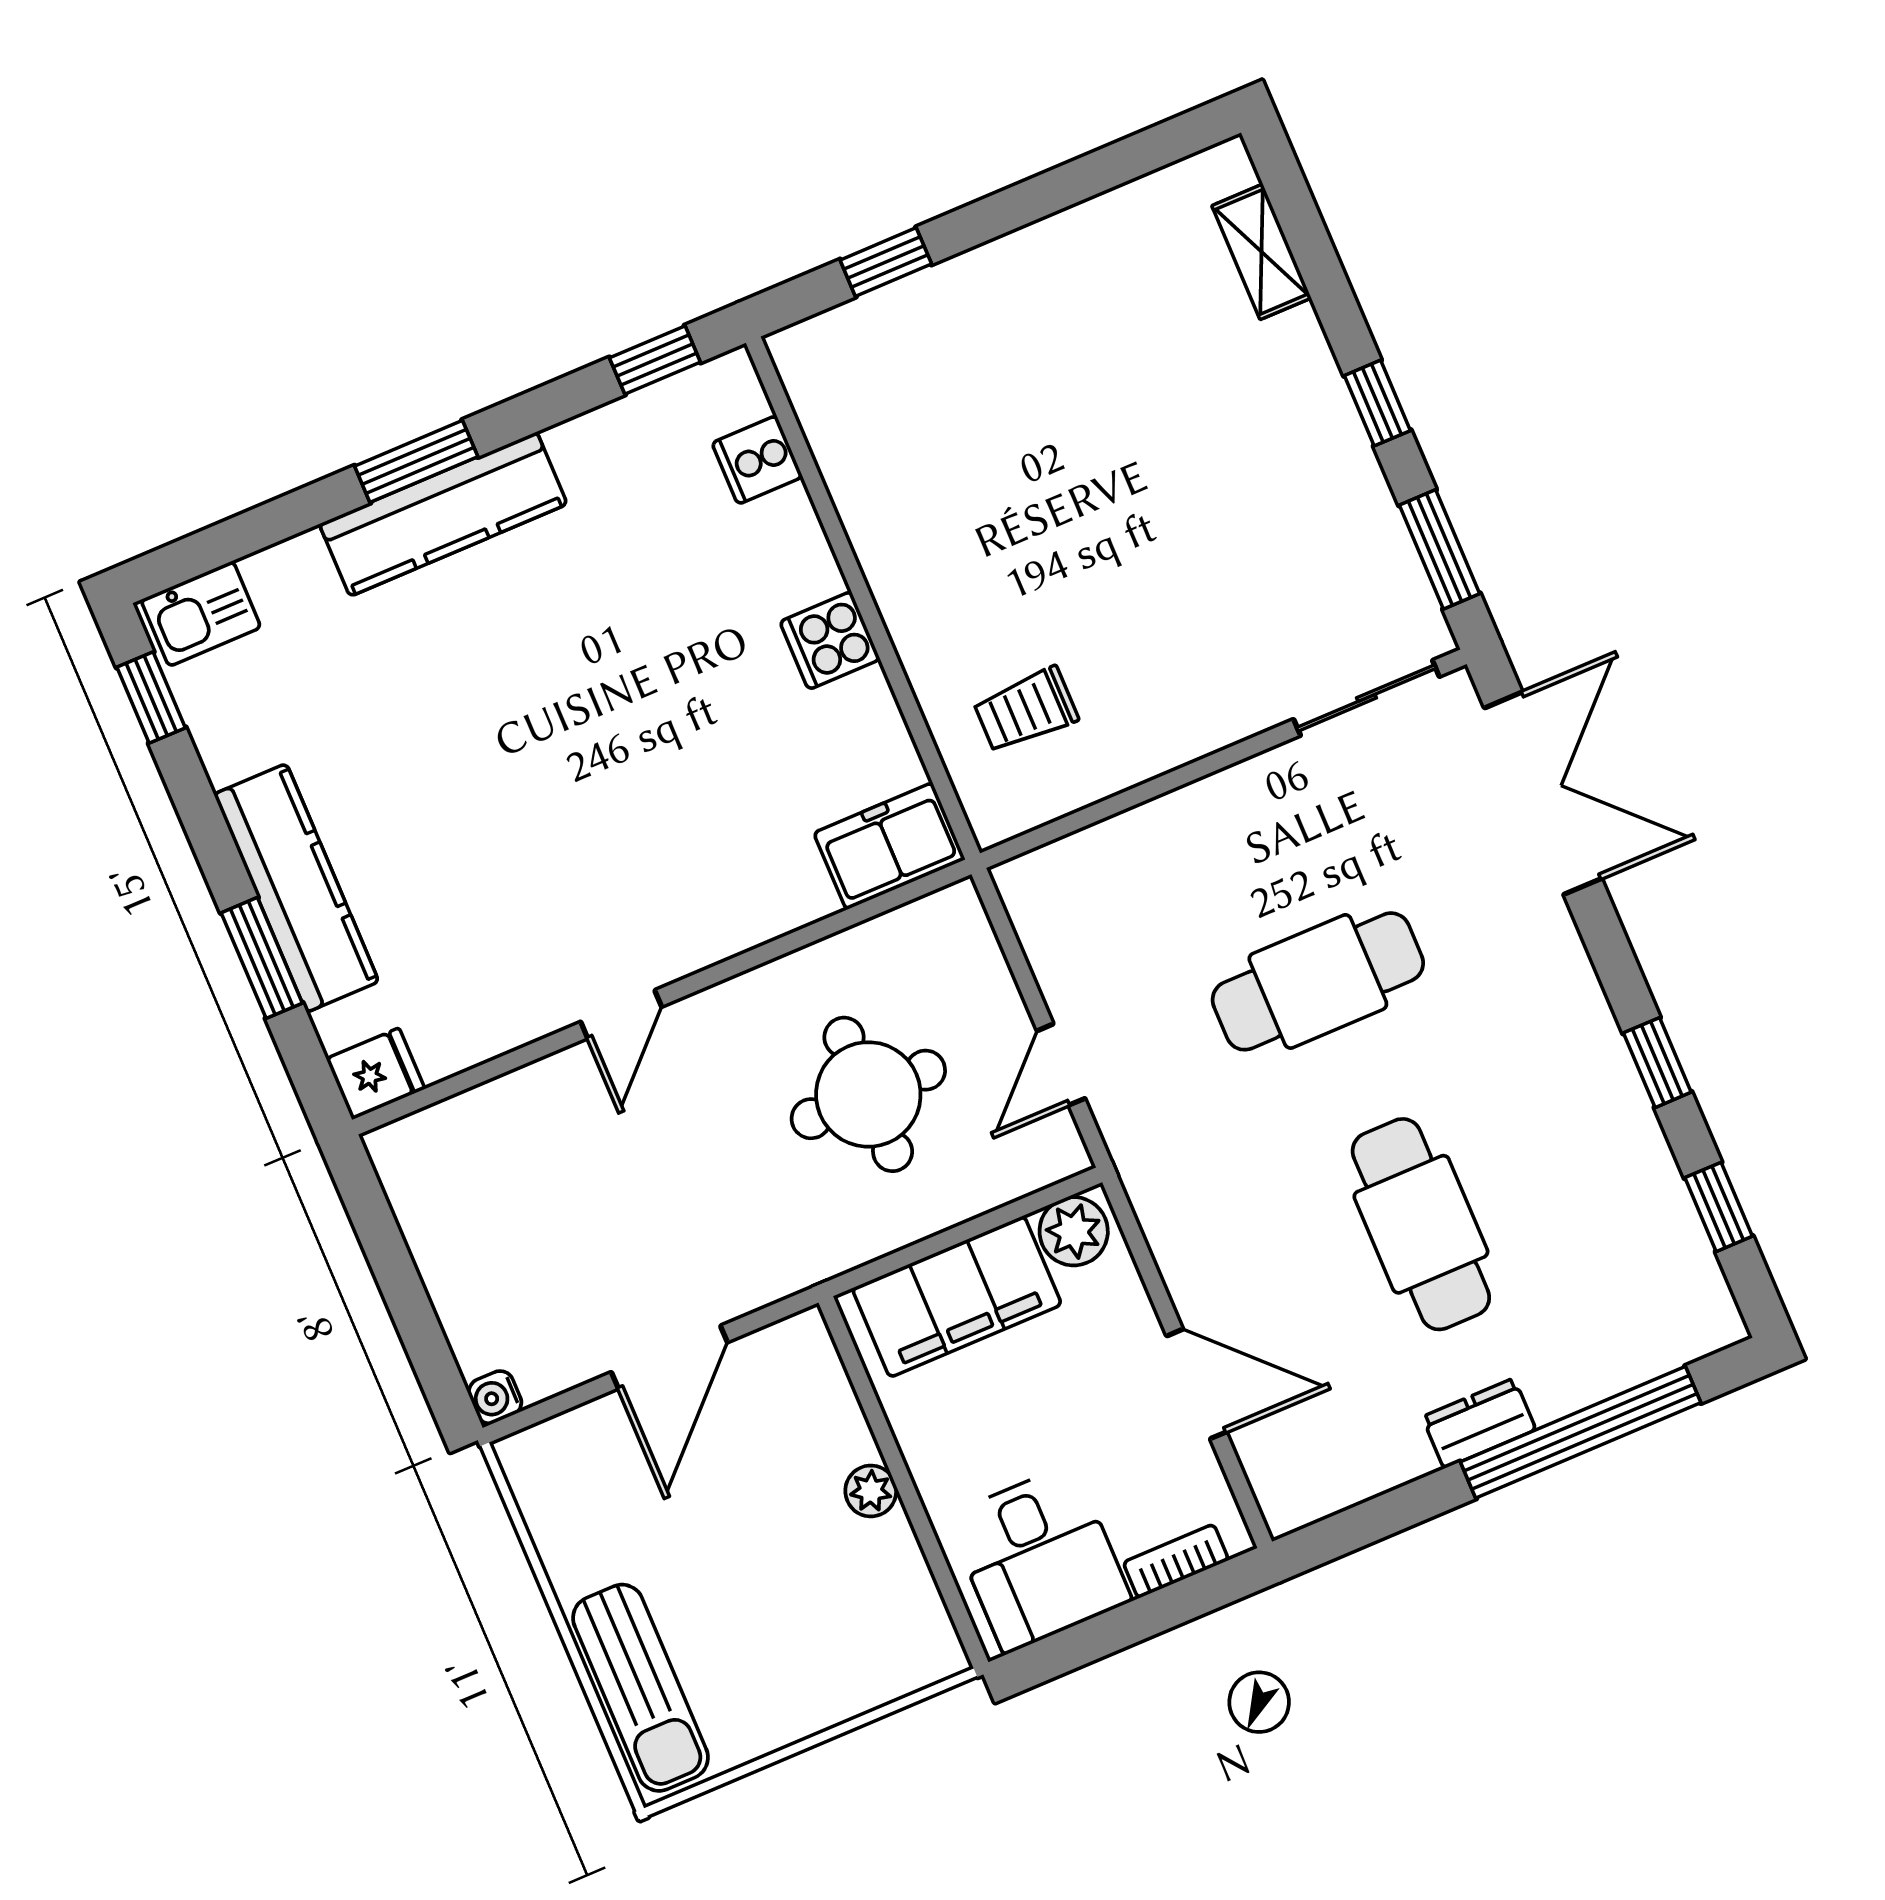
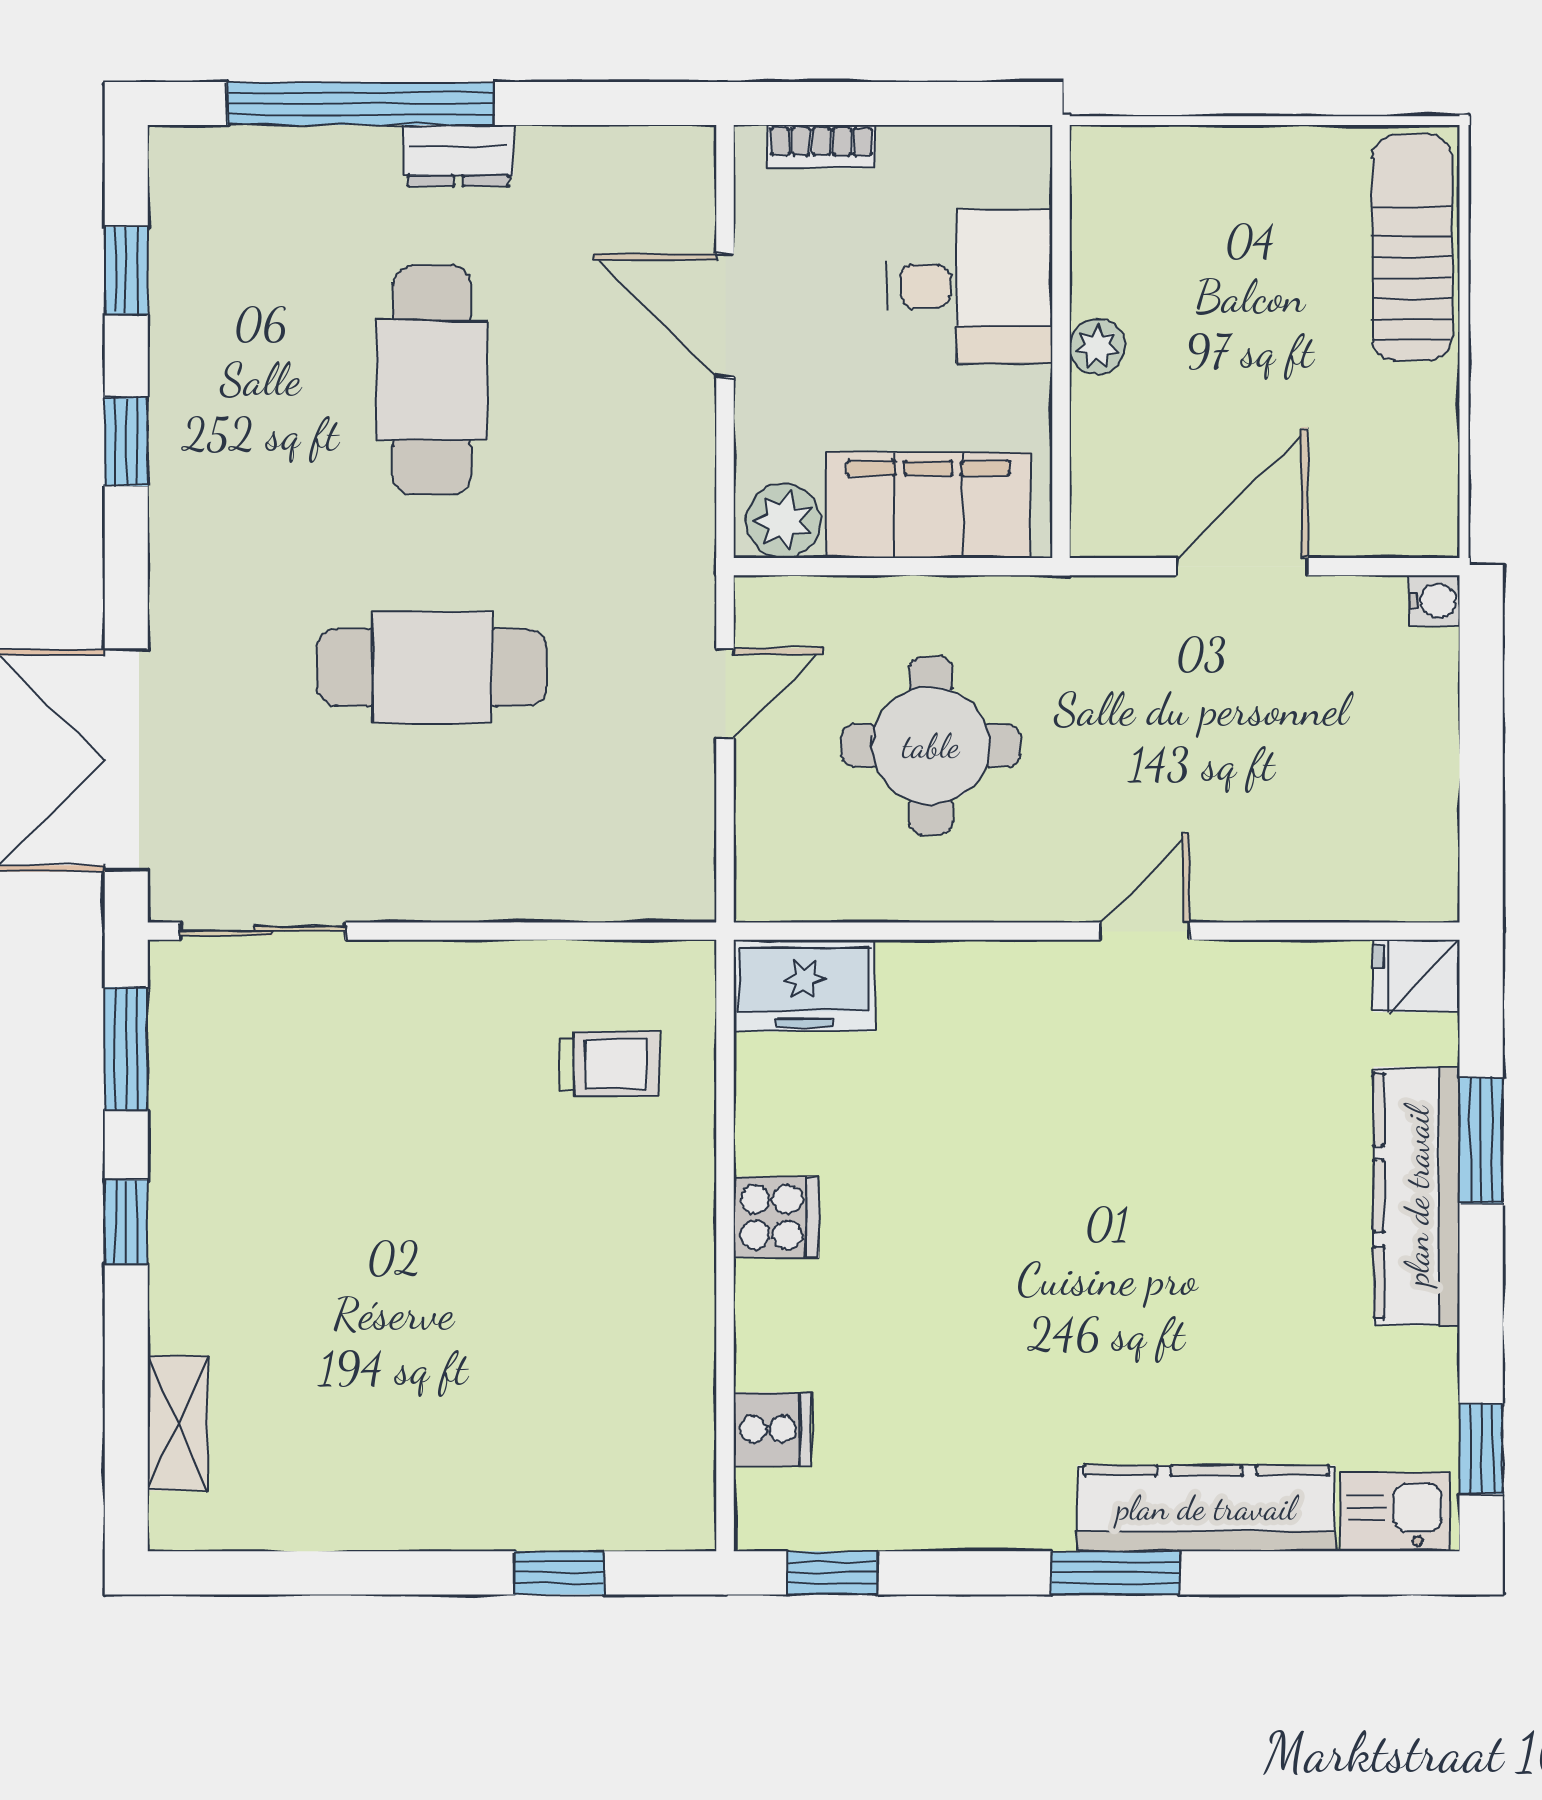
kitchen counter: (443, 514) -> (1206, 1508), moved
desk: (1039, 1558) -> (970, 286), moved, turned 90

